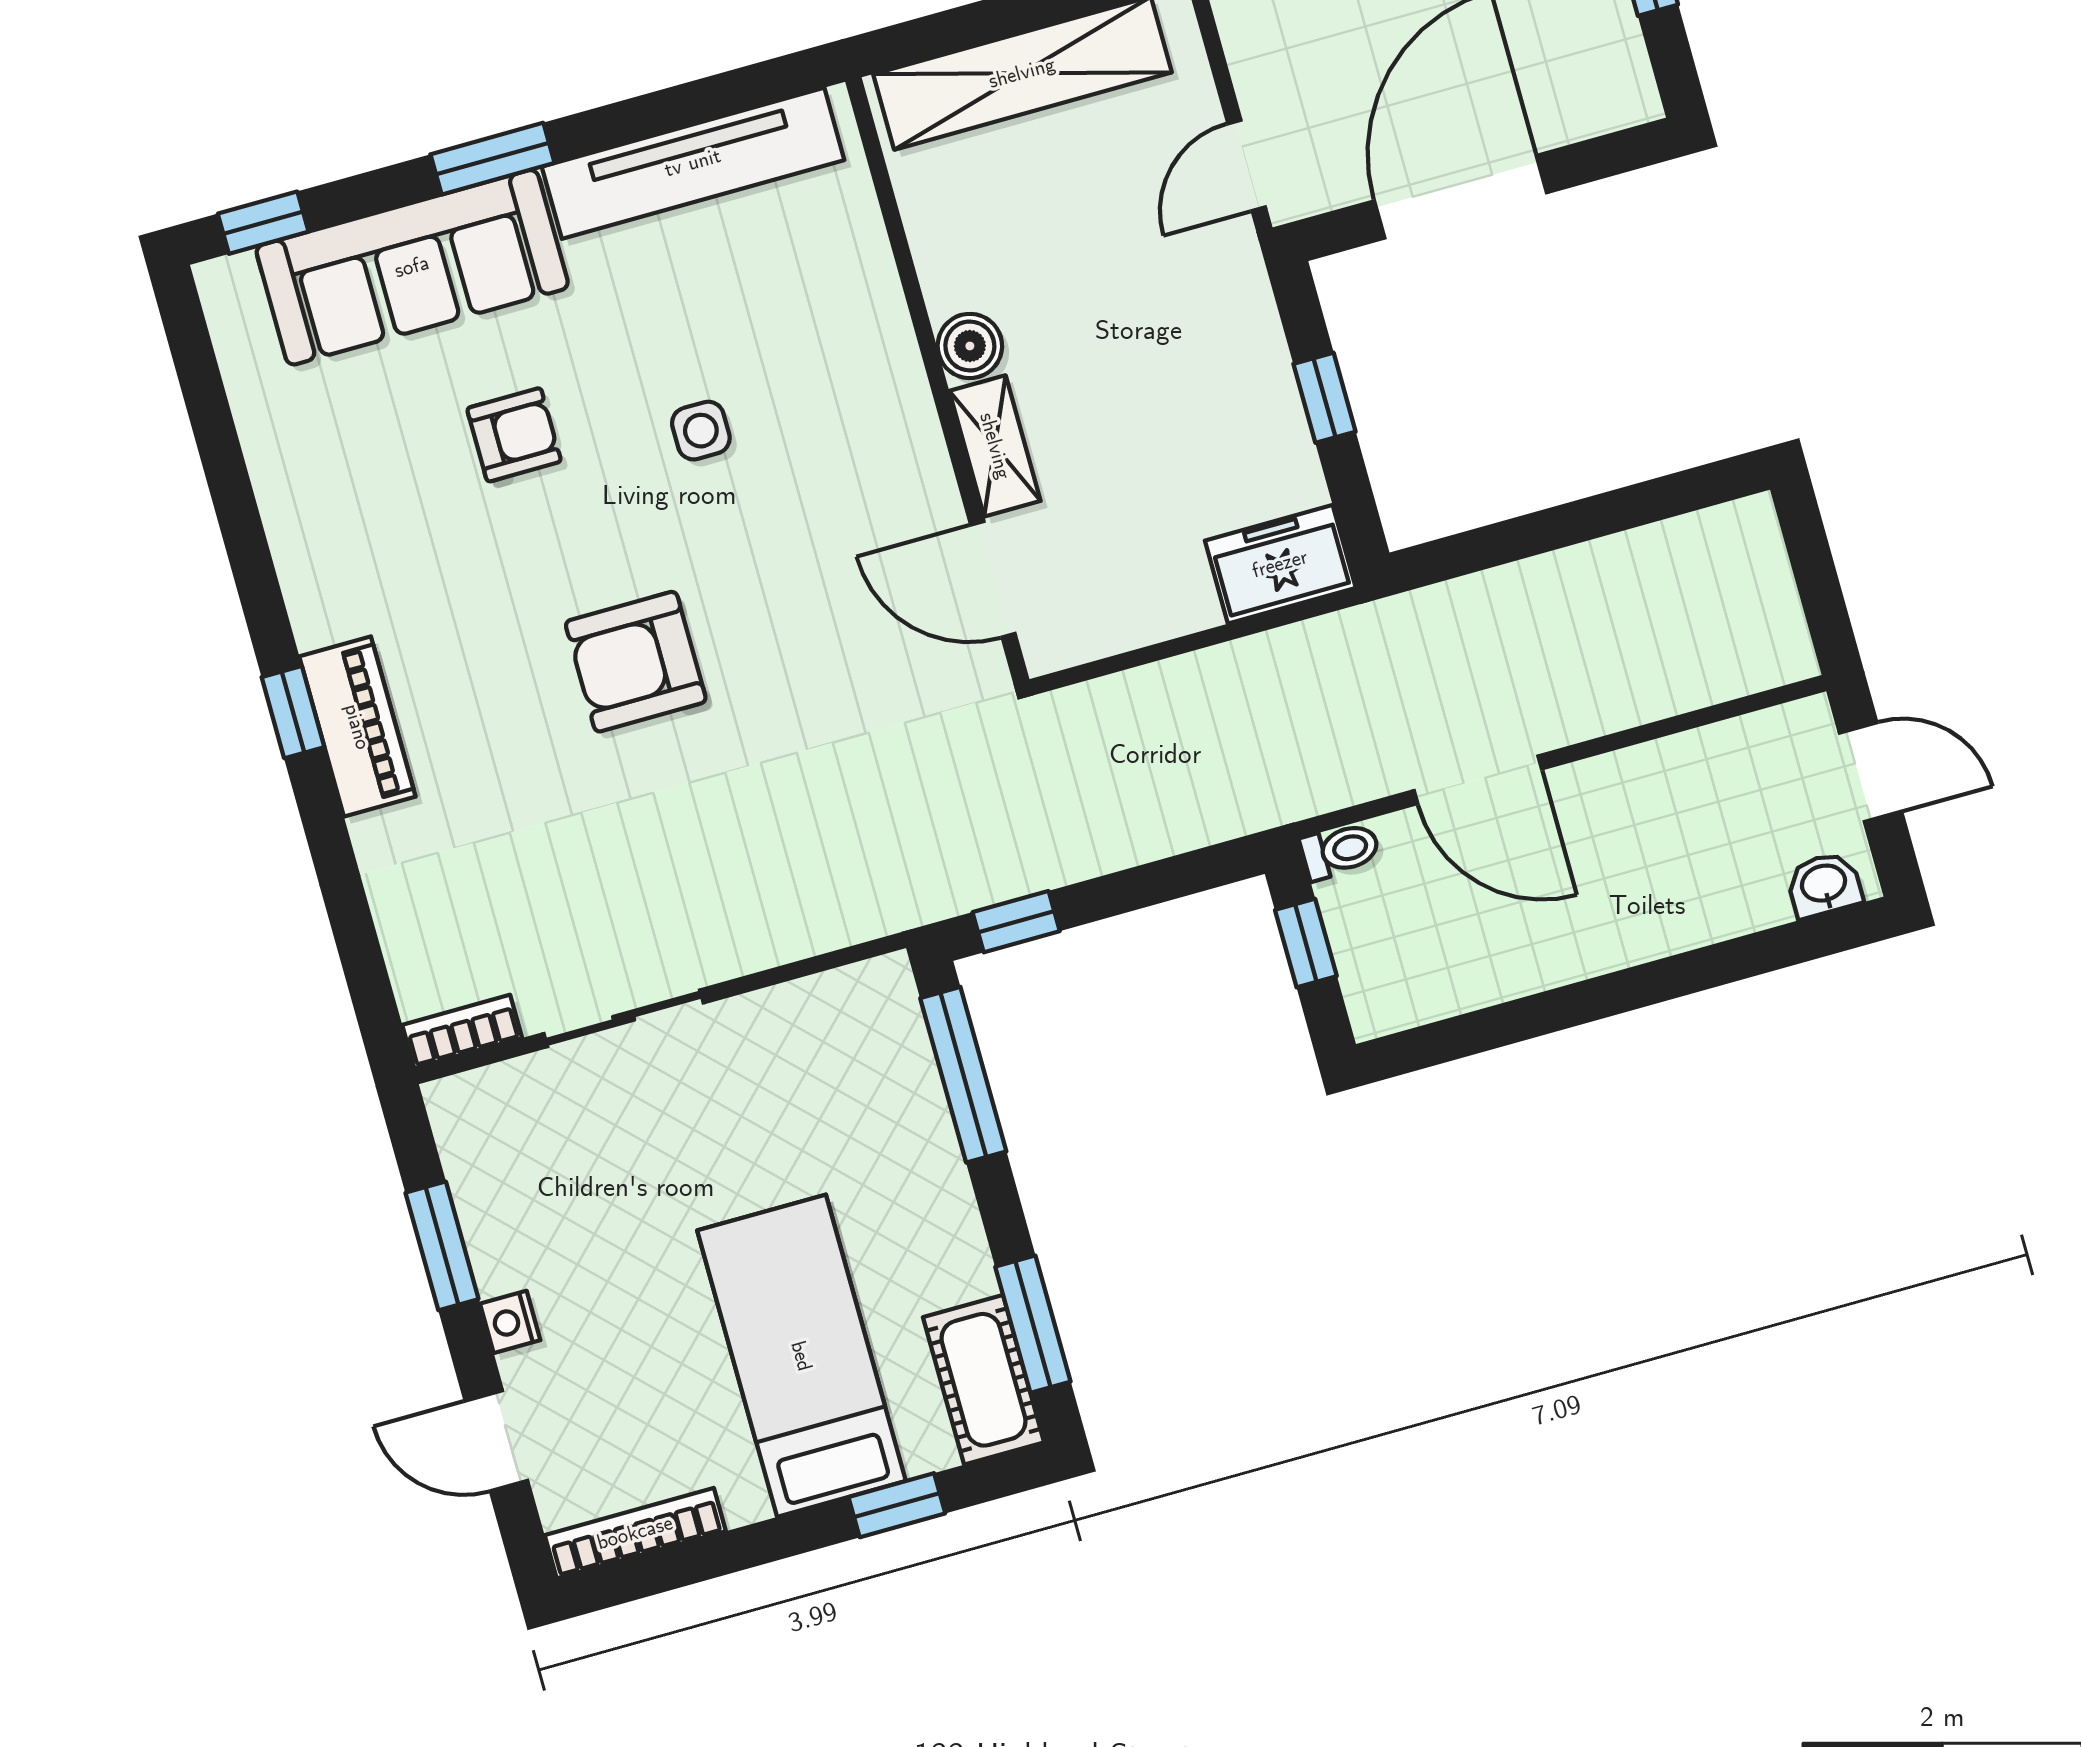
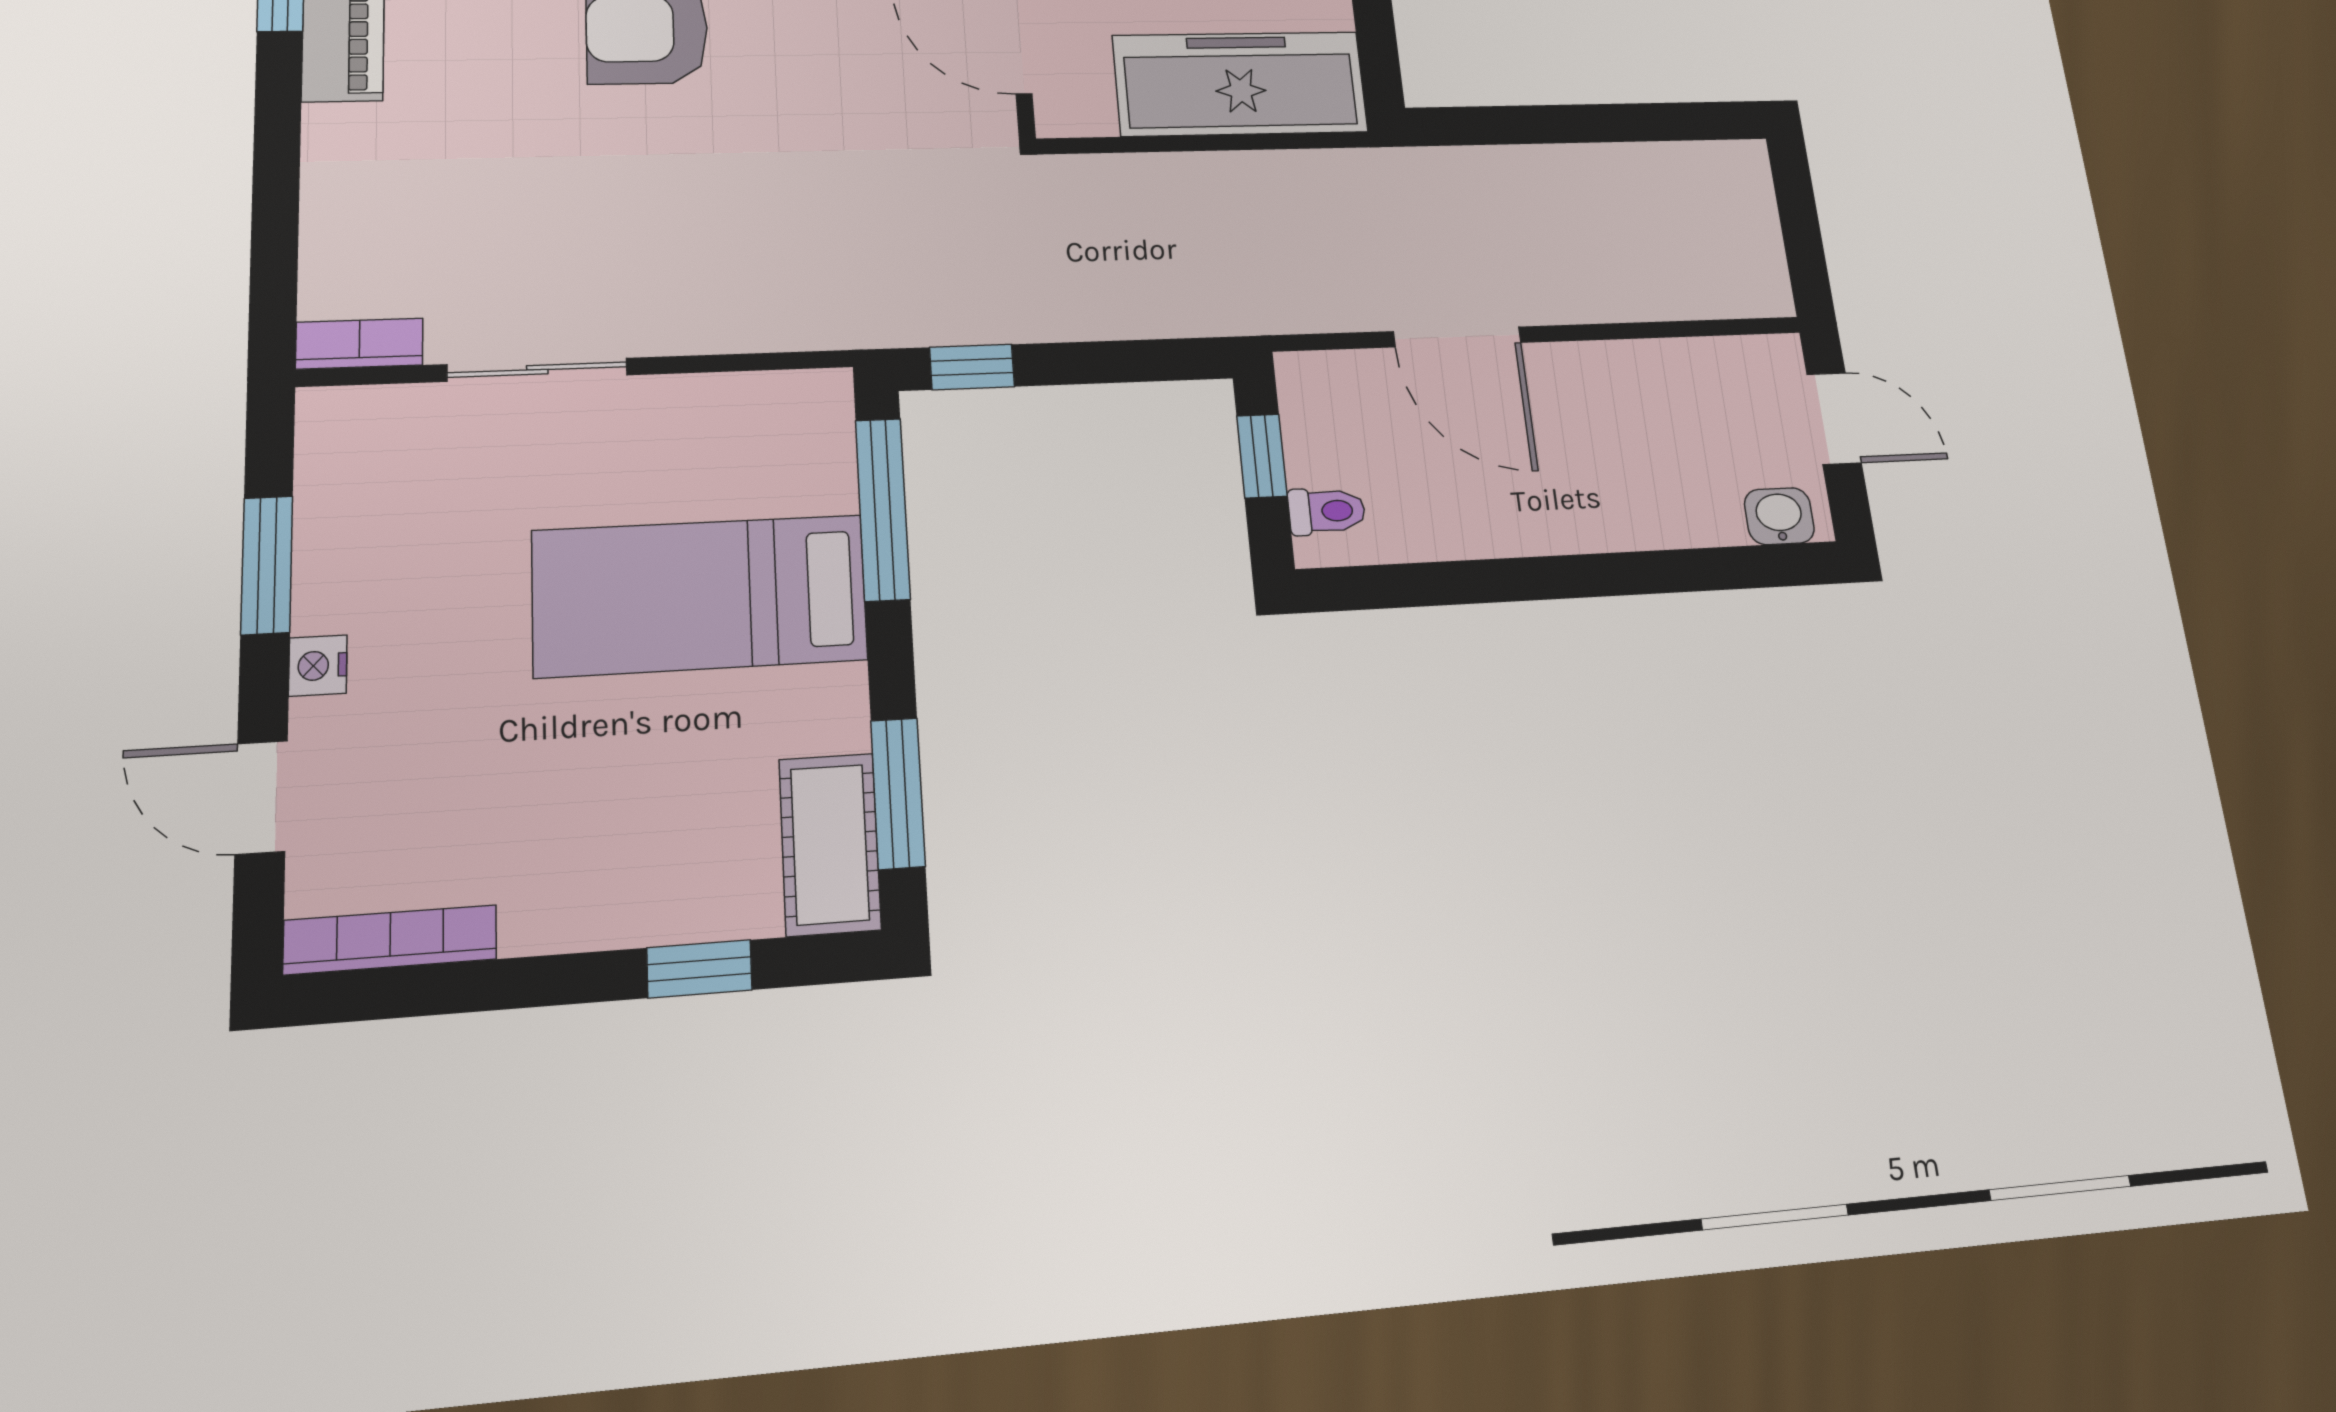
freezer: (1280, 564) -> (1240, 84), width x1.91, depth x1.26
toilet: (1340, 850) -> (1327, 511), moved
bed: (801, 1356) -> (700, 595), moved, turned -90

